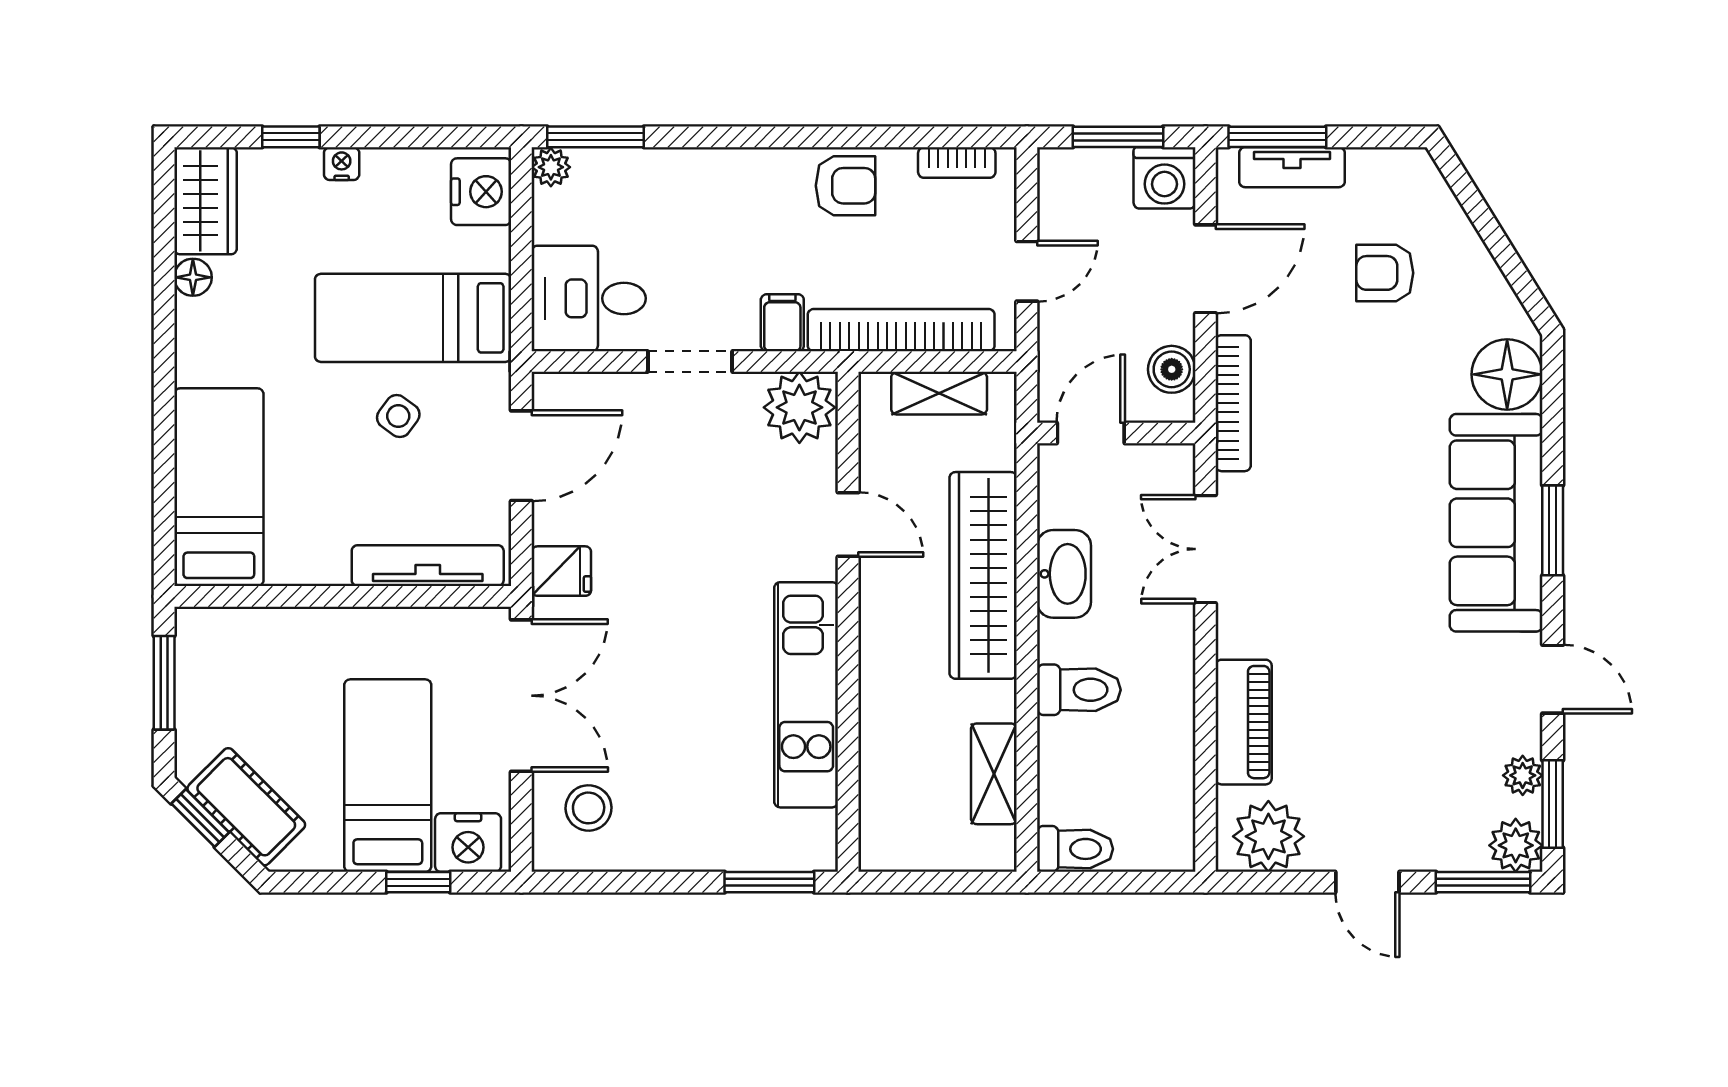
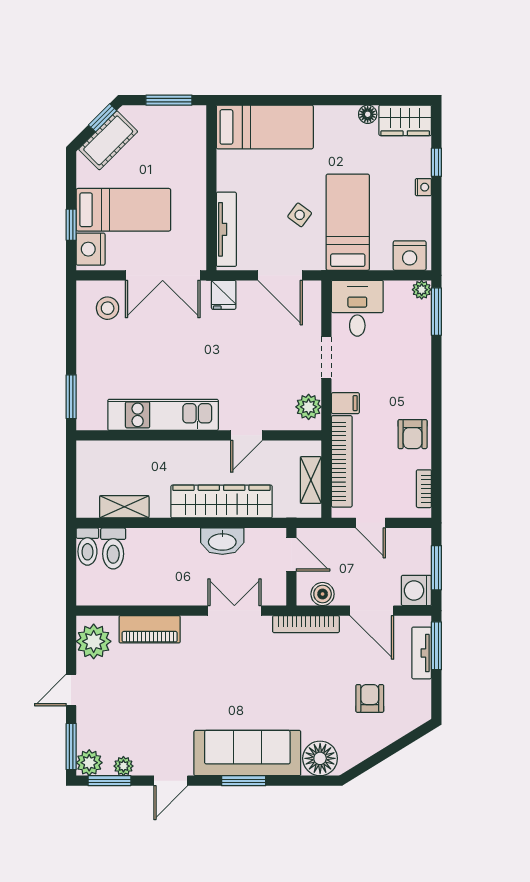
plant: (799, 407) -> (309, 407), width x0.73, depth x0.73
toilet: (1079, 690) -> (113, 548), moved

